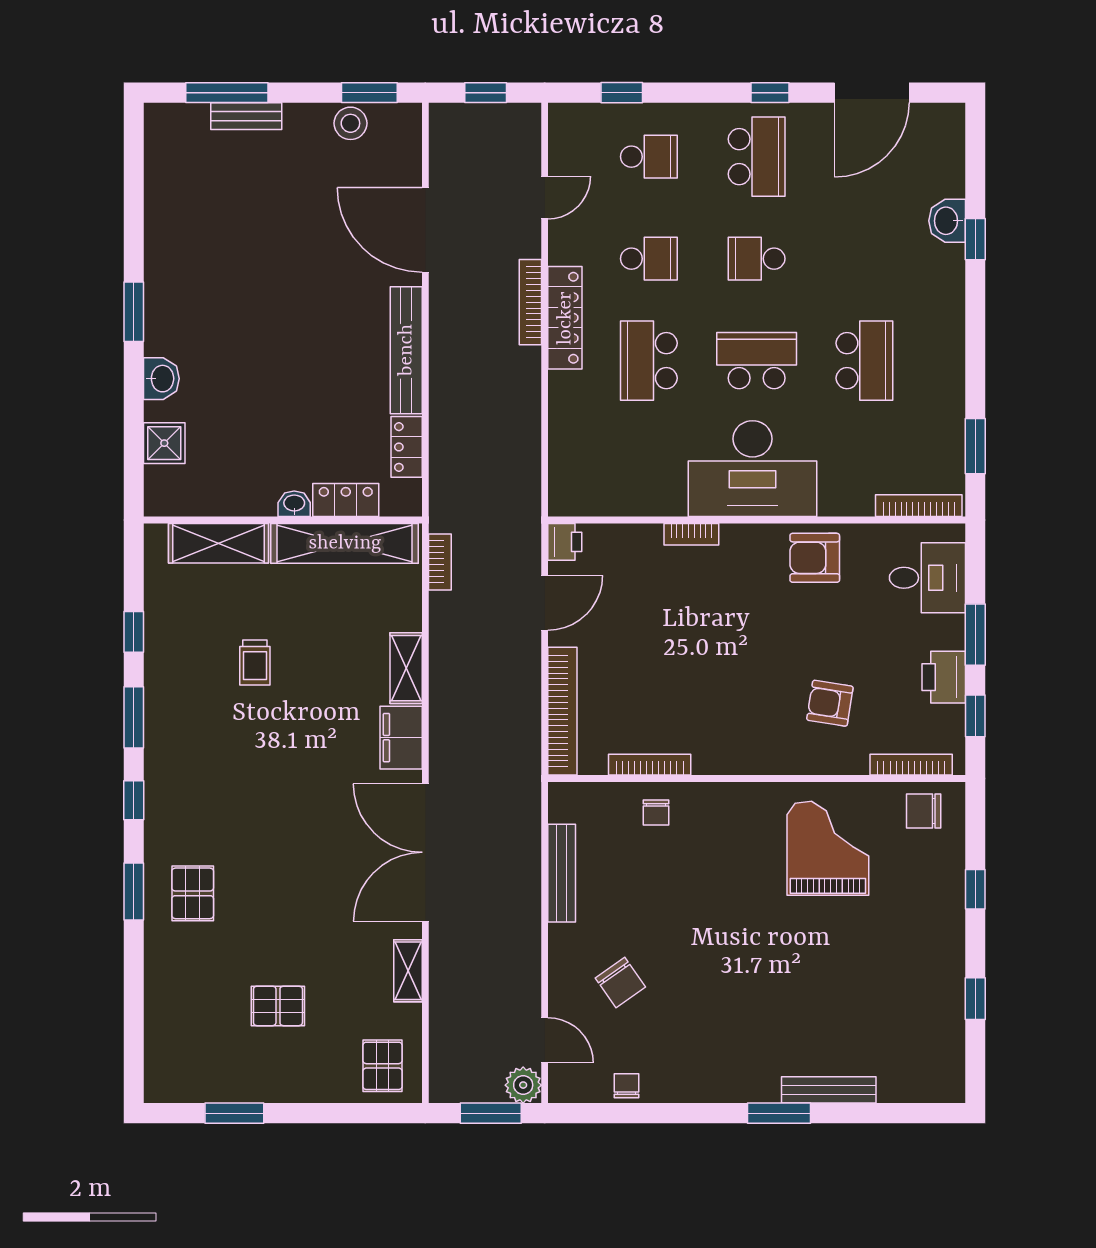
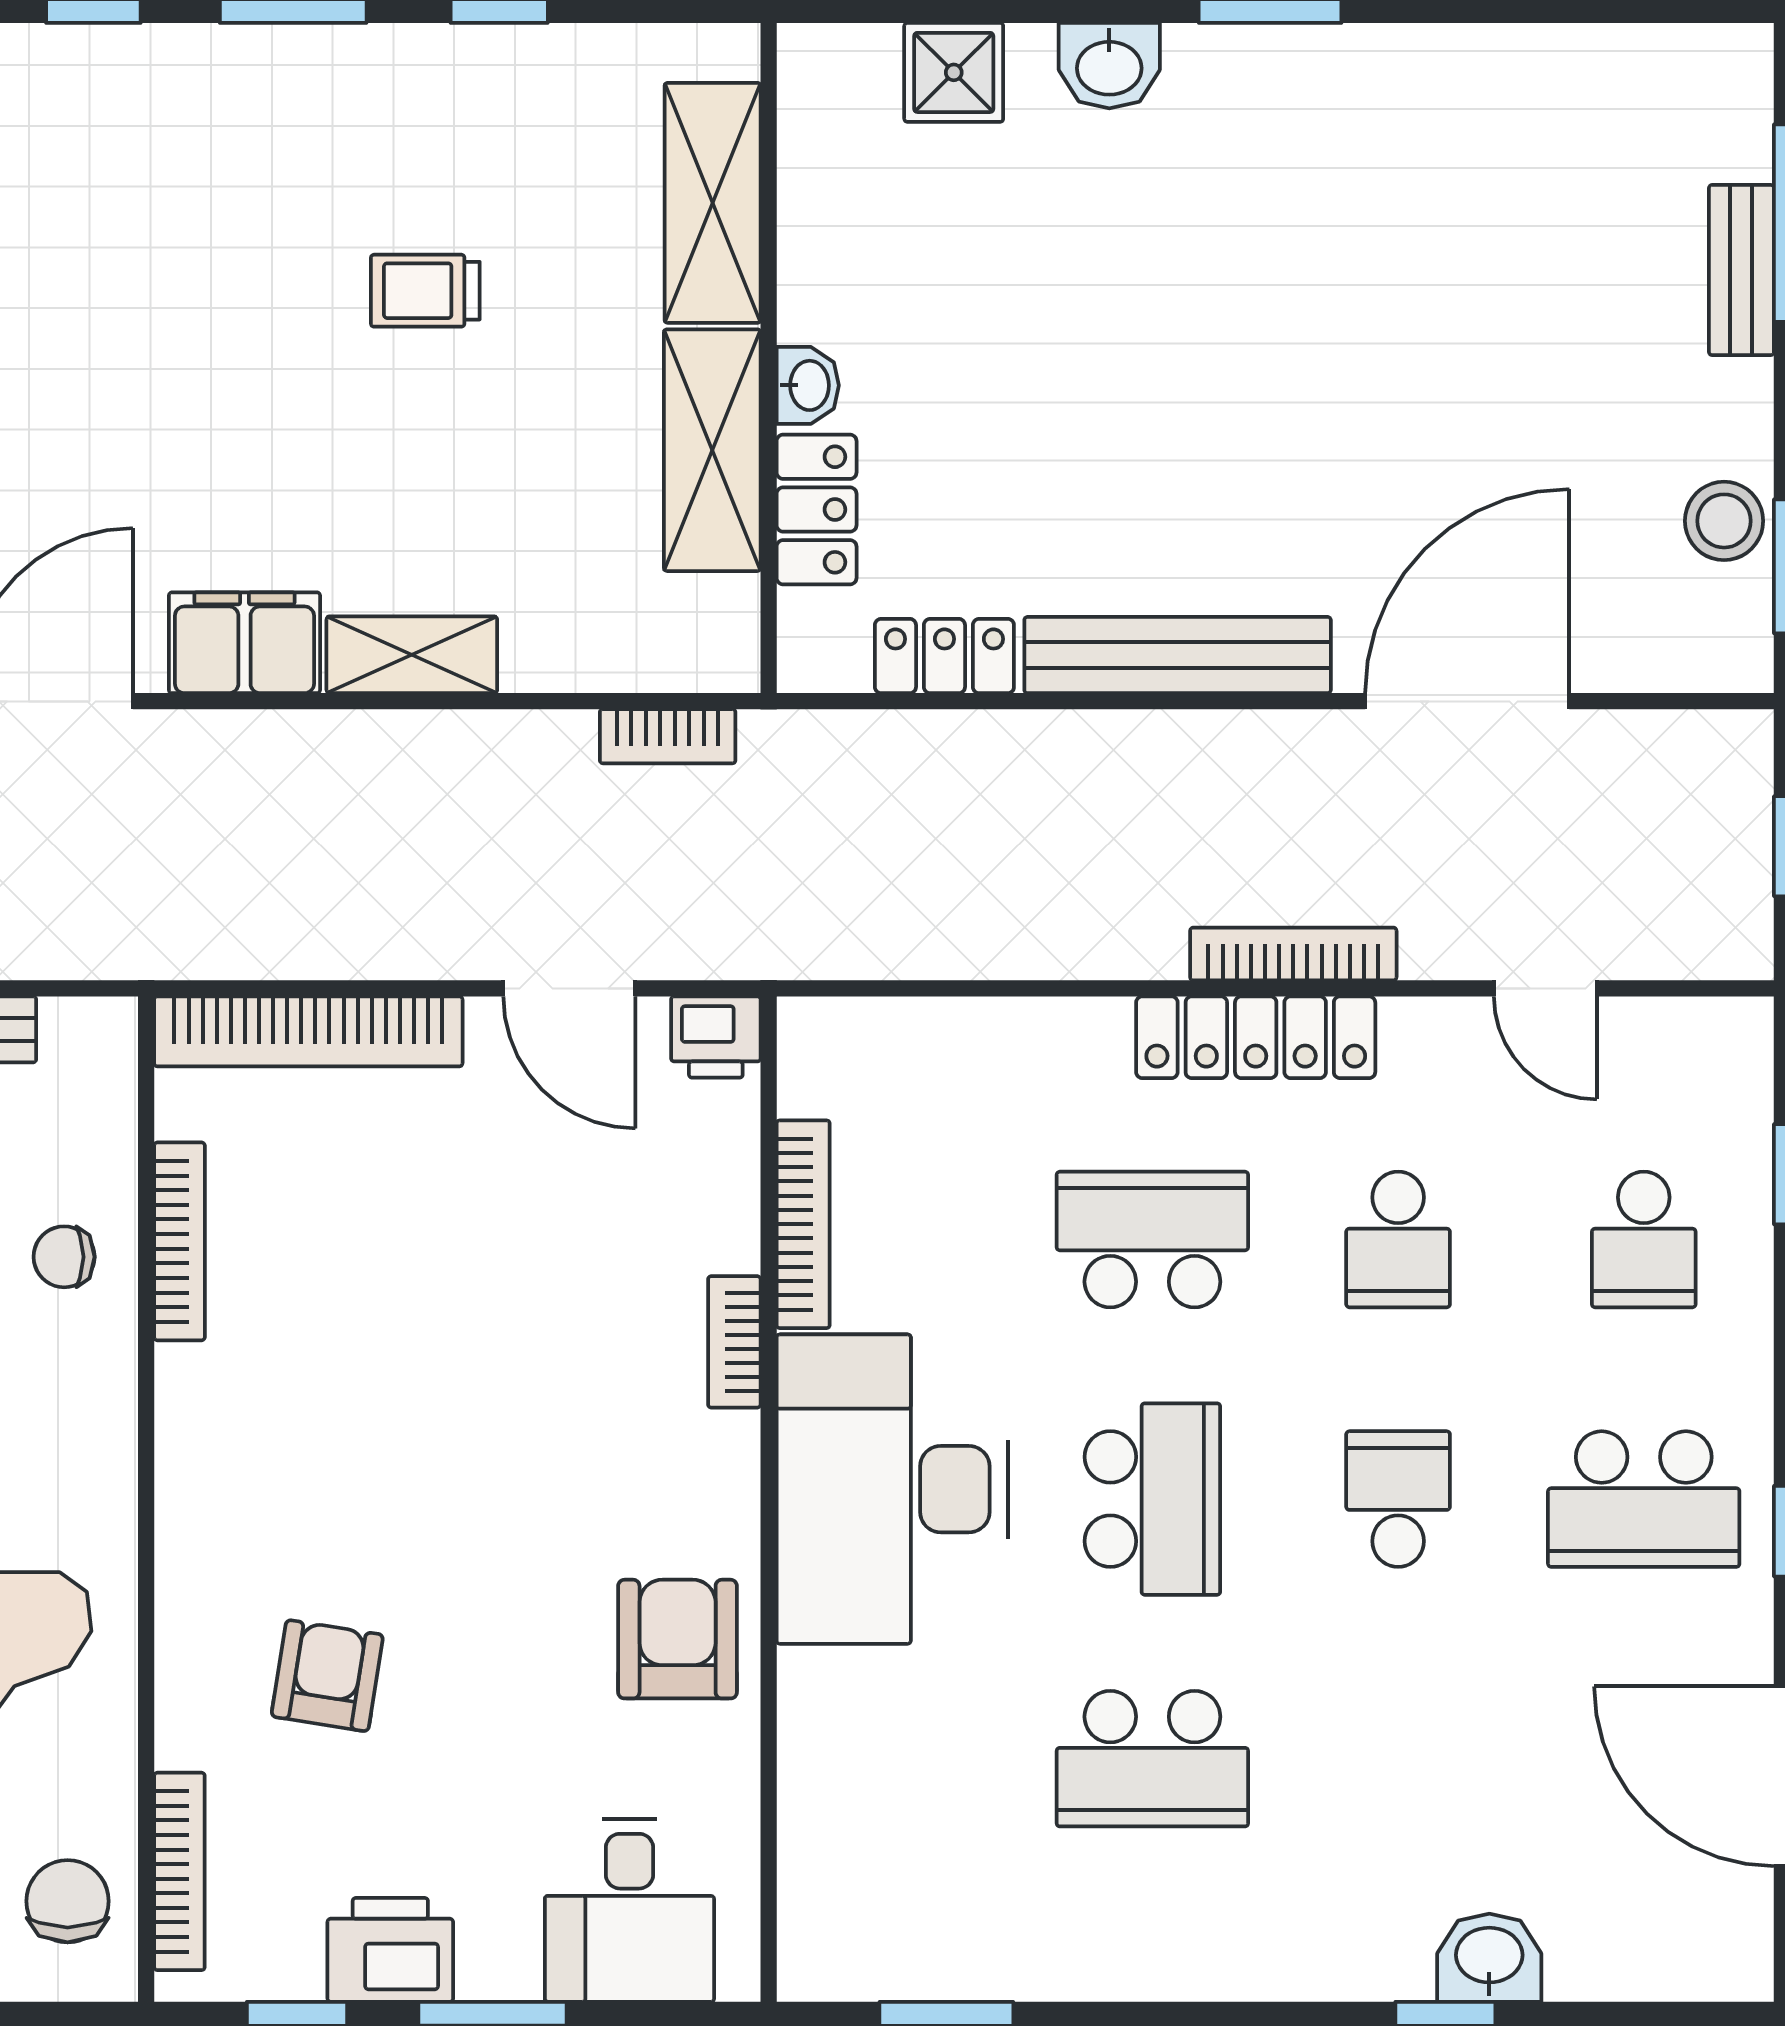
bookcase: (919, 506) -> (803, 1224), moved
shelving: (345, 543) -> (712, 450), width x0.68

